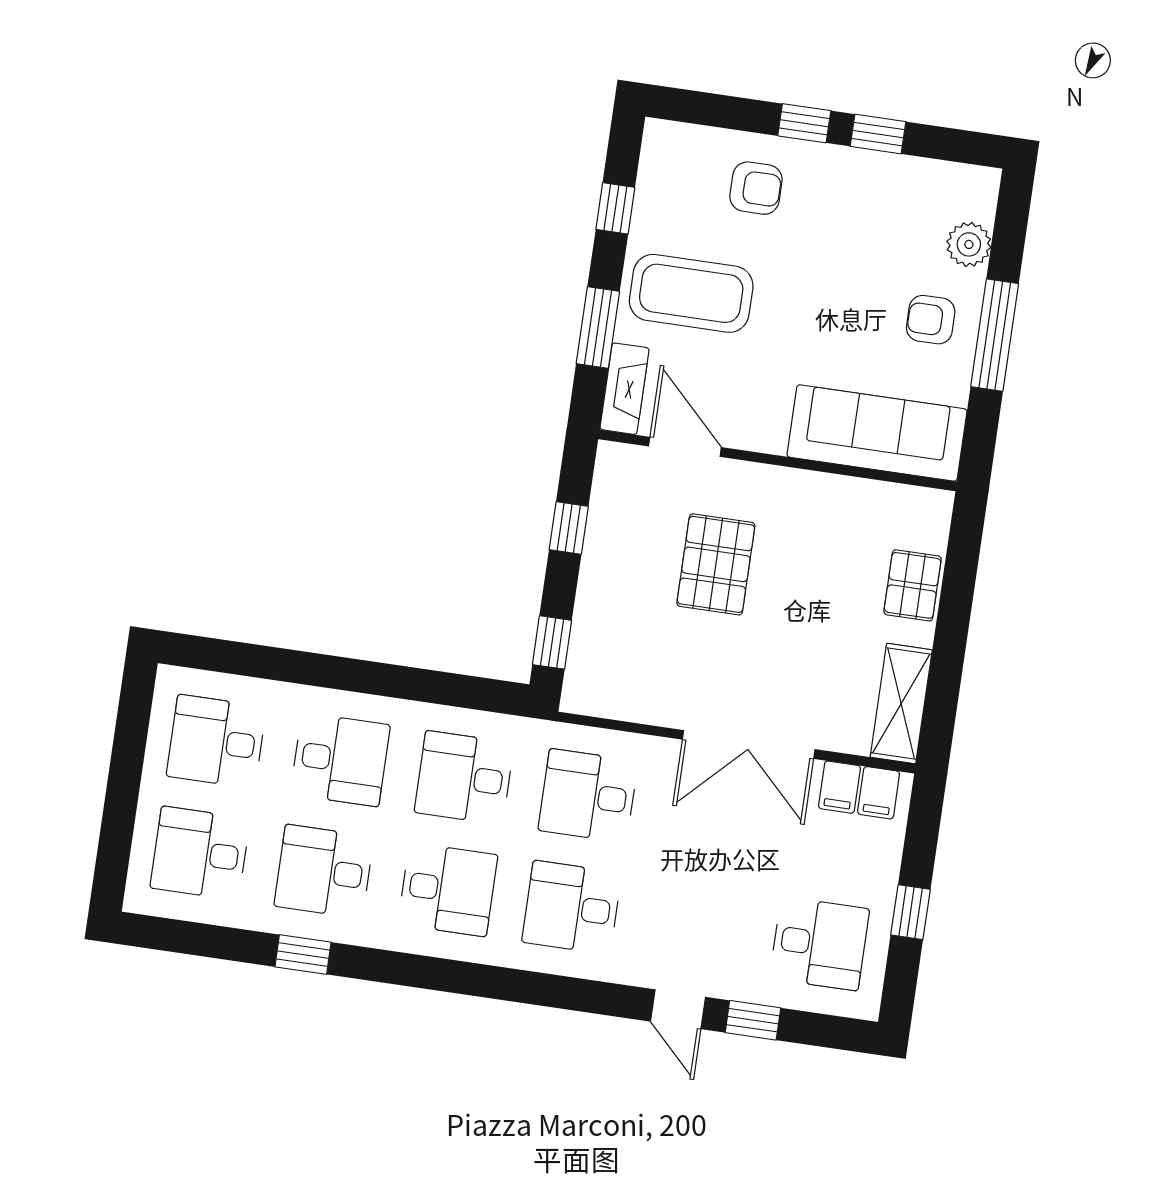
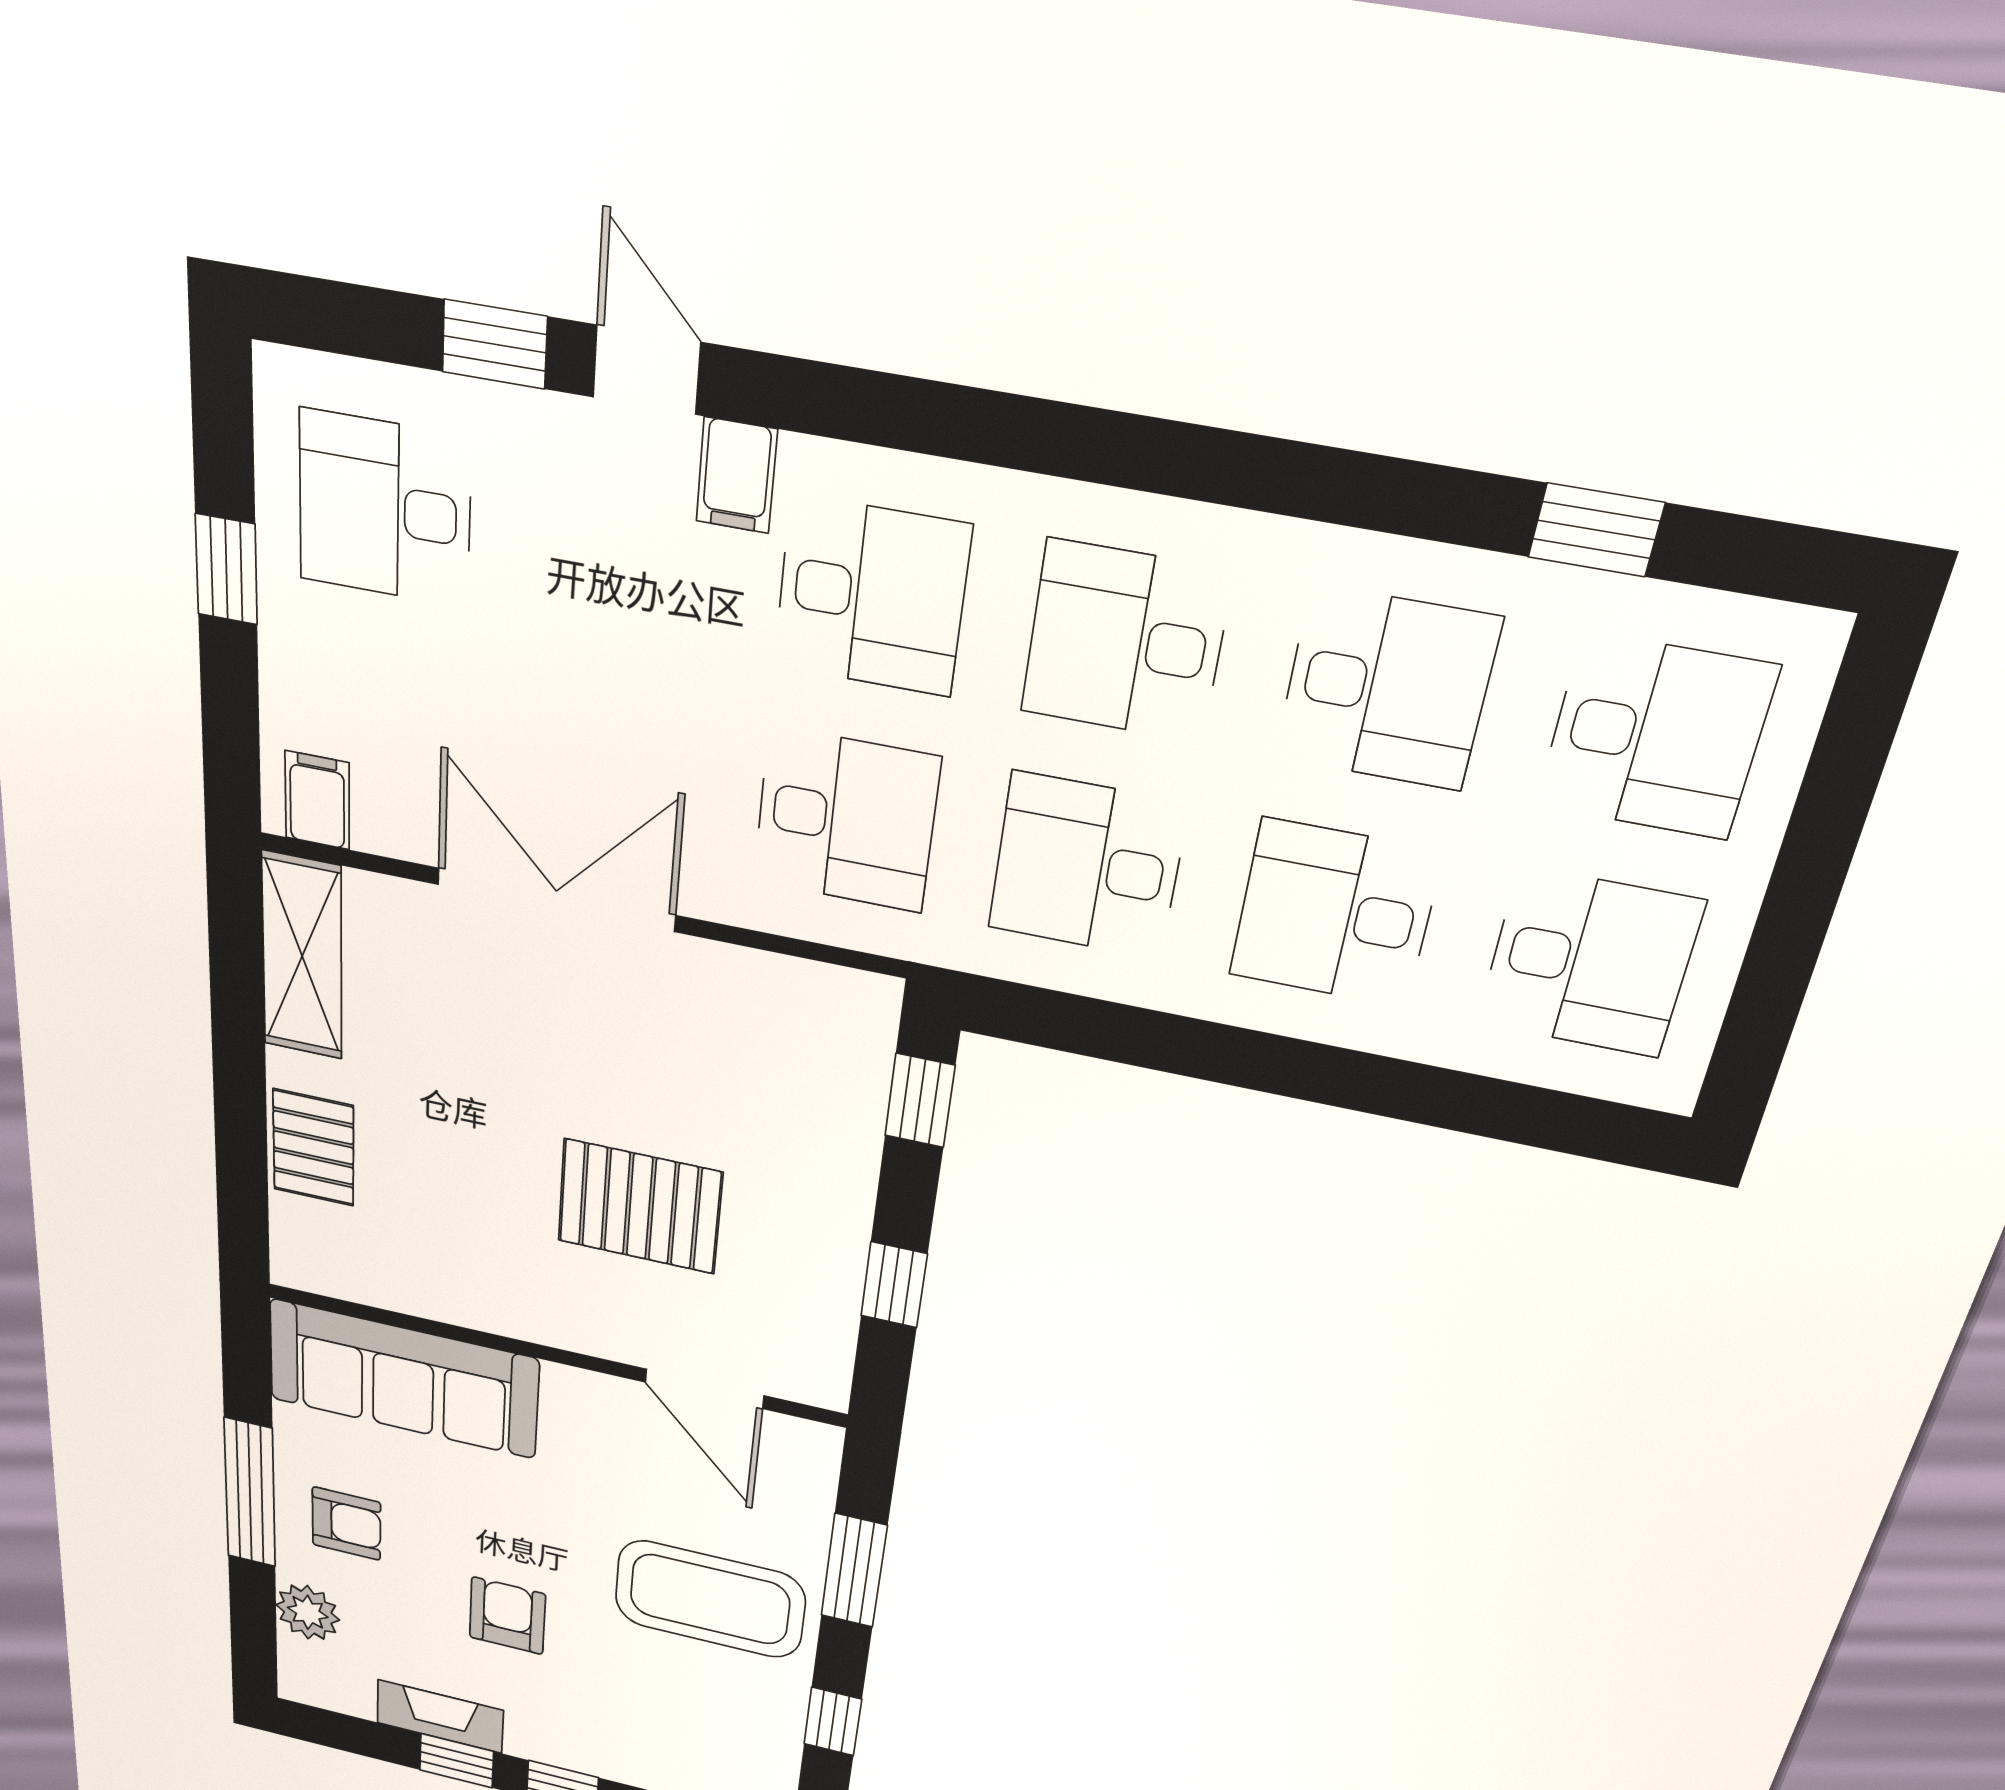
armchair: (756, 188) -> (507, 1616), moved, turned 90
fireplace: (625, 389) -> (440, 1717), moved, turned 90
pallet: (716, 564) -> (640, 1207), turned 90
desk: (464, 778) -> (1087, 866), turned 180
filing cabinet: (839, 787) -> (737, 475), moved, turned 180
window: (303, 955) -> (1596, 530), moved

